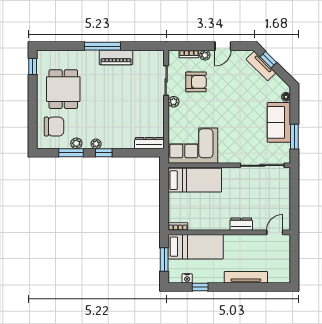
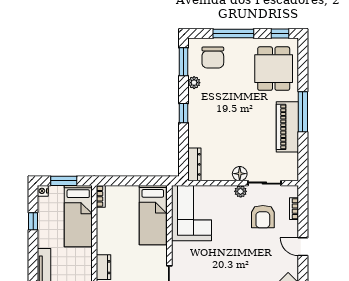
plant: (205, 55) -> (293, 226), removed
piano: (116, 58) -> (287, 127), width x1.37, depth x1.33
dining table: (63, 89) -> (274, 69), moved, turned 90
floor lamp: (158, 103) -> (240, 174), added
window: (33, 108) -> (233, 33), added
plant: (96, 144) -> (193, 105), removed
window: (71, 153) -> (183, 62), moved
nightstand: (187, 278) -> (43, 191), moved

